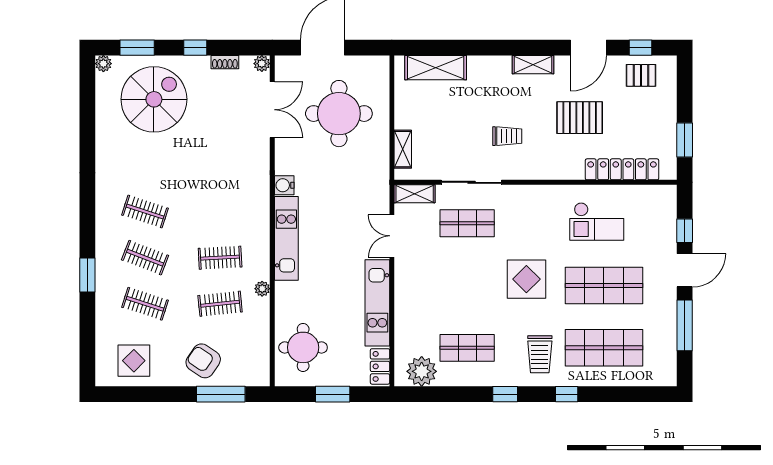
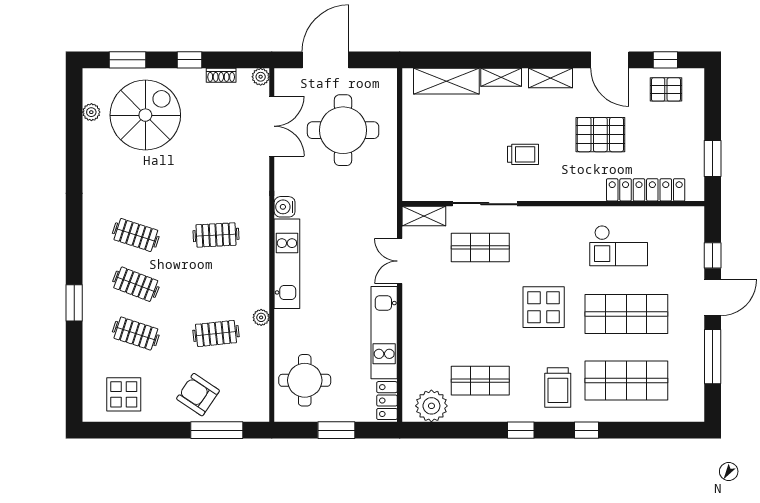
door: (588, 48) -> (610, 60), hinge flipped
plant: (103, 64) -> (91, 112), moved
shelving: (403, 149) -> (501, 77), moved, turned 90
clothes rail: (220, 258) -> (216, 235), moved

